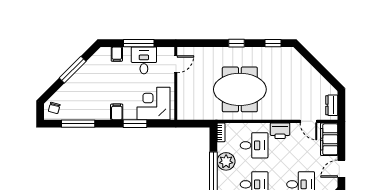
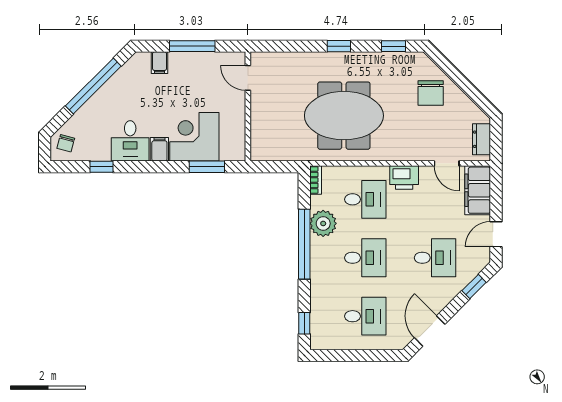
desk: (144, 60) -> (130, 141), moved, turned 180
door: (176, 64) -> (248, 78), swing flipped
window: (73, 70) -> (93, 86), width x1.46
chair: (298, 74) -> (431, 93), added
corner desk: (154, 104) -> (194, 137), moved
window: (78, 124) -> (101, 167), width x0.46
window: (135, 124) -> (207, 167), moved

